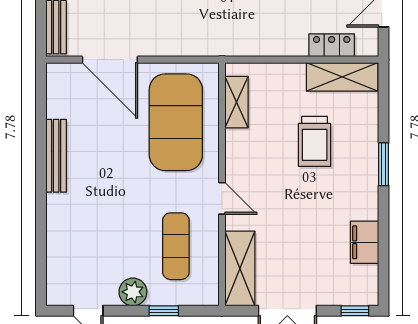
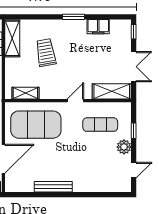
trolley: (315, 141) -> (46, 53), turned -100
window: (384, 164) -> (73, 17), moved

